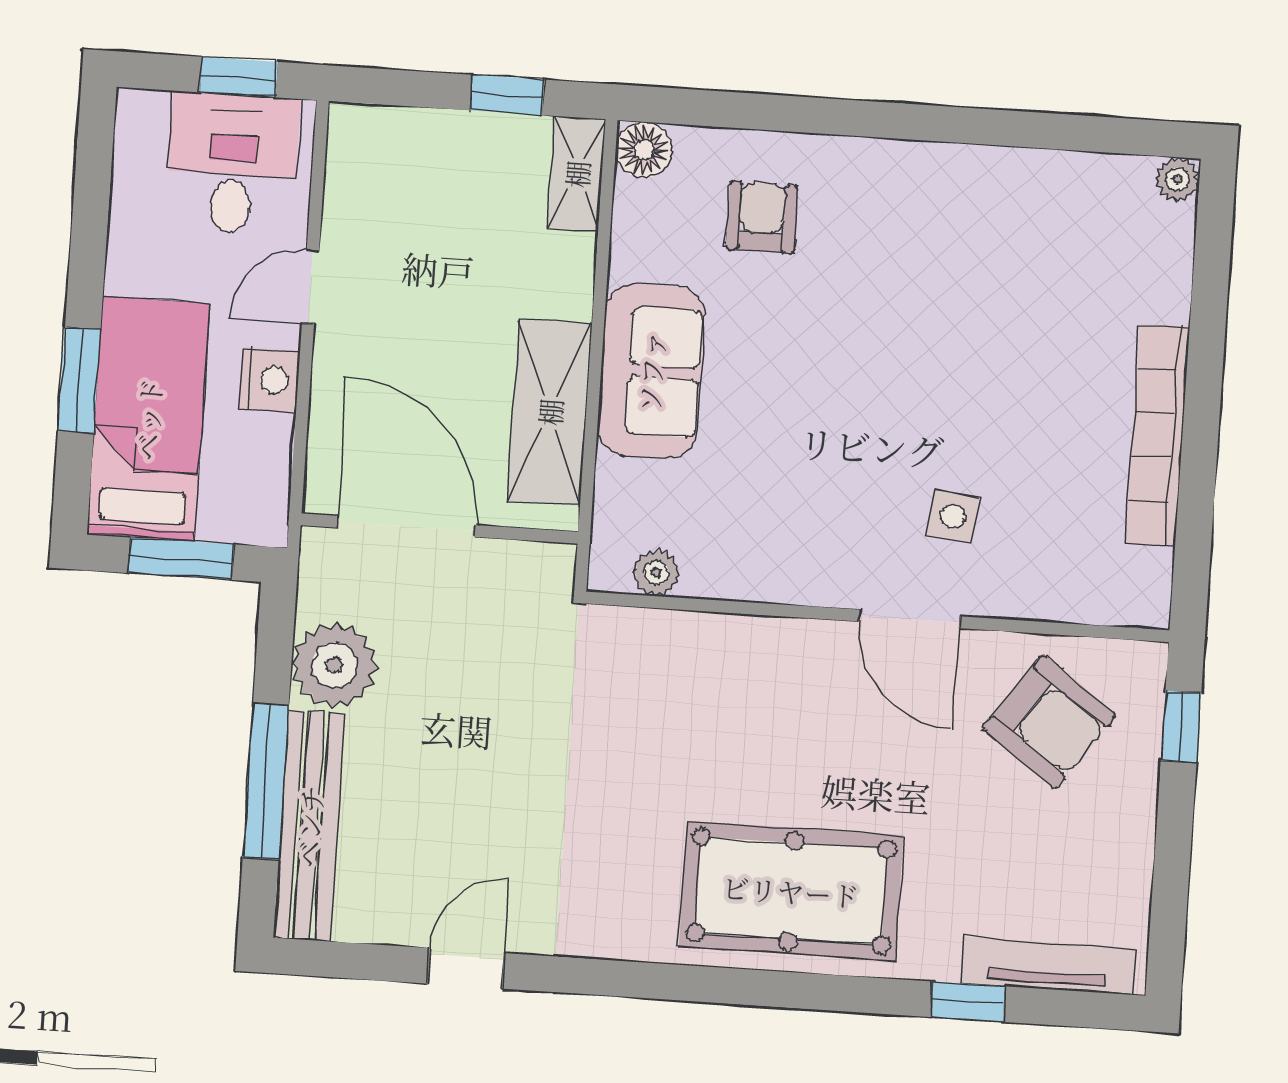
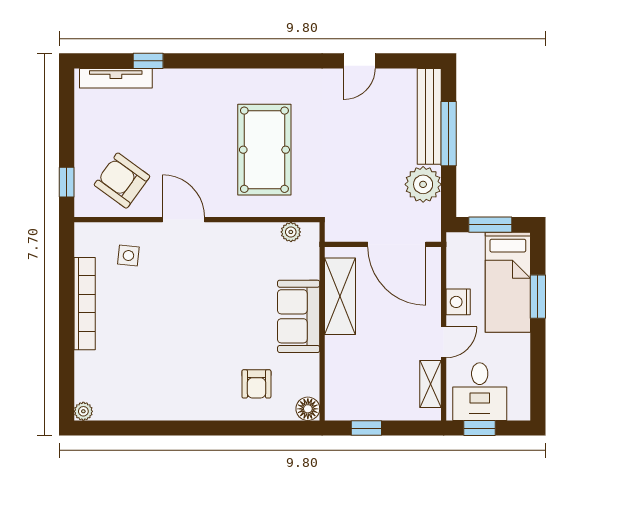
shelving: (577, 174) -> (431, 384), moved
side table: (953, 516) -> (128, 256), moved
pool table: (791, 891) -> (264, 150), moved, turned 90

